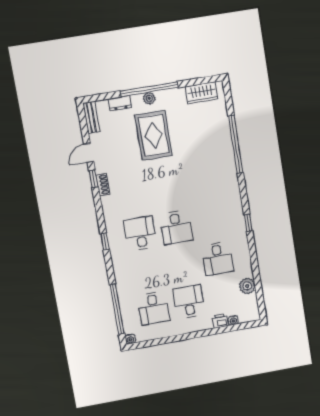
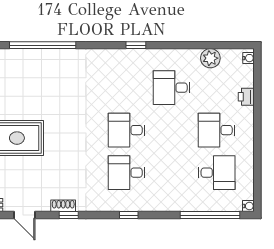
window: (93, 179) -> (69, 215), moved
desk: (176, 227) -> (127, 130), turned 180
desk: (218, 258) -> (172, 88), turned 180
water cooler: (233, 320) -> (249, 58), moved

